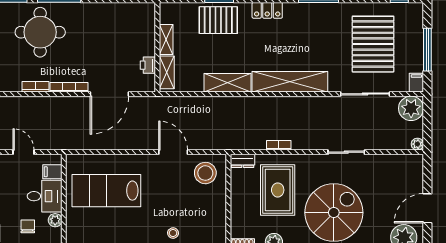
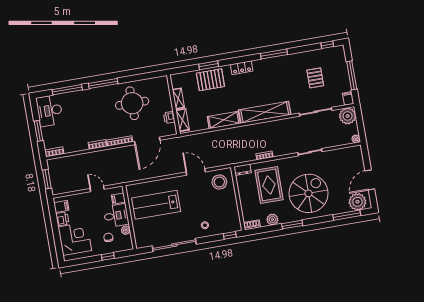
round table: (40, 32) -> (132, 103), moved
pallet: (373, 44) -> (315, 78), width x0.49, depth x0.50

